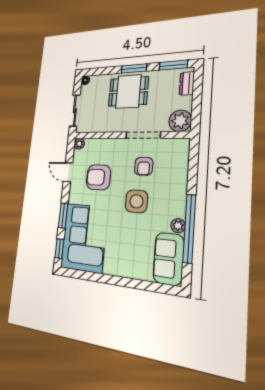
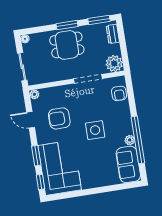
armchair: (144, 166) -> (119, 93), moved

